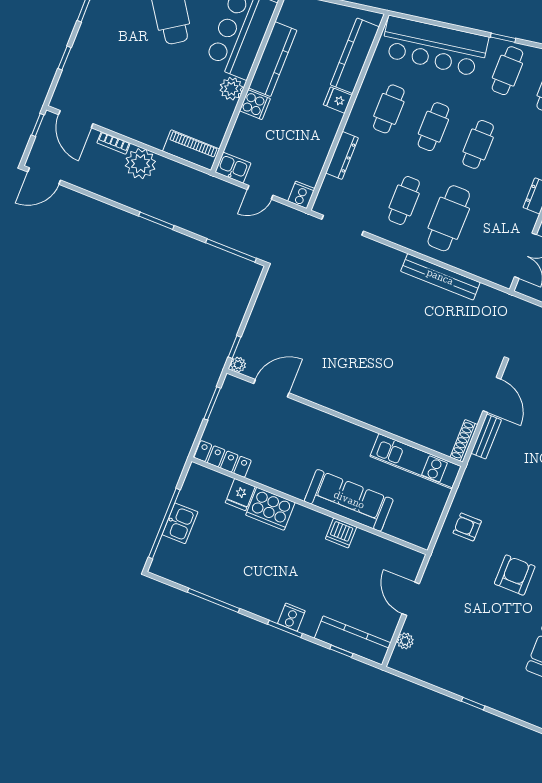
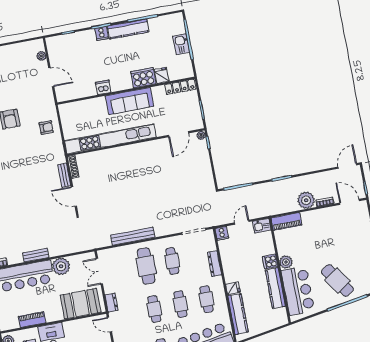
kitchen unit: (416, 461) -> (110, 139), width x1.86
sofa: (349, 500) -> (130, 101), moved
kitchen counter: (353, 640) -> (128, 29), moved

